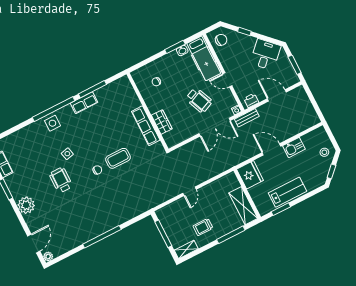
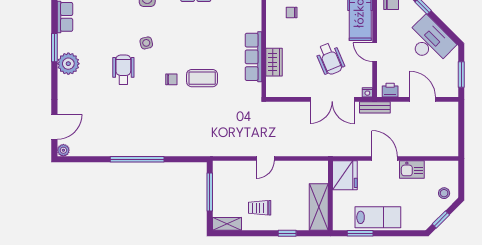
desk: (265, 55) -> (429, 41), width x1.37
plant: (26, 205) -> (68, 64), moved
window: (231, 235) -> (287, 233), width x0.46

